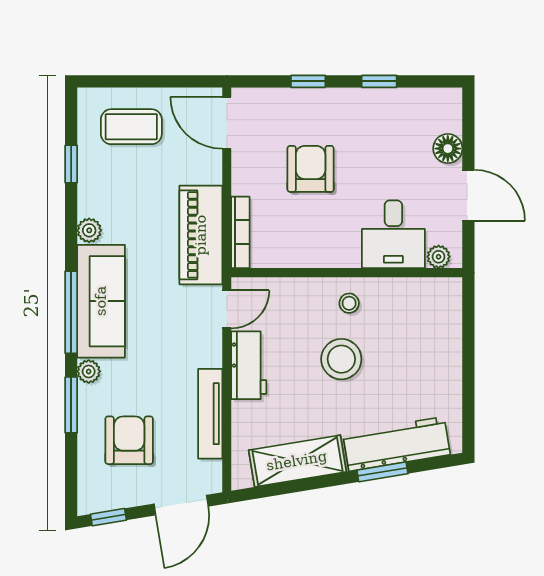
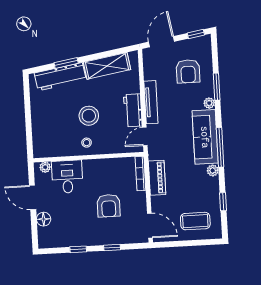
piano: (201, 235) -> (157, 178), width x0.73, depth x0.75
window: (71, 312) -> (220, 147), moved
tv unit: (210, 414) -> (151, 102), moved

